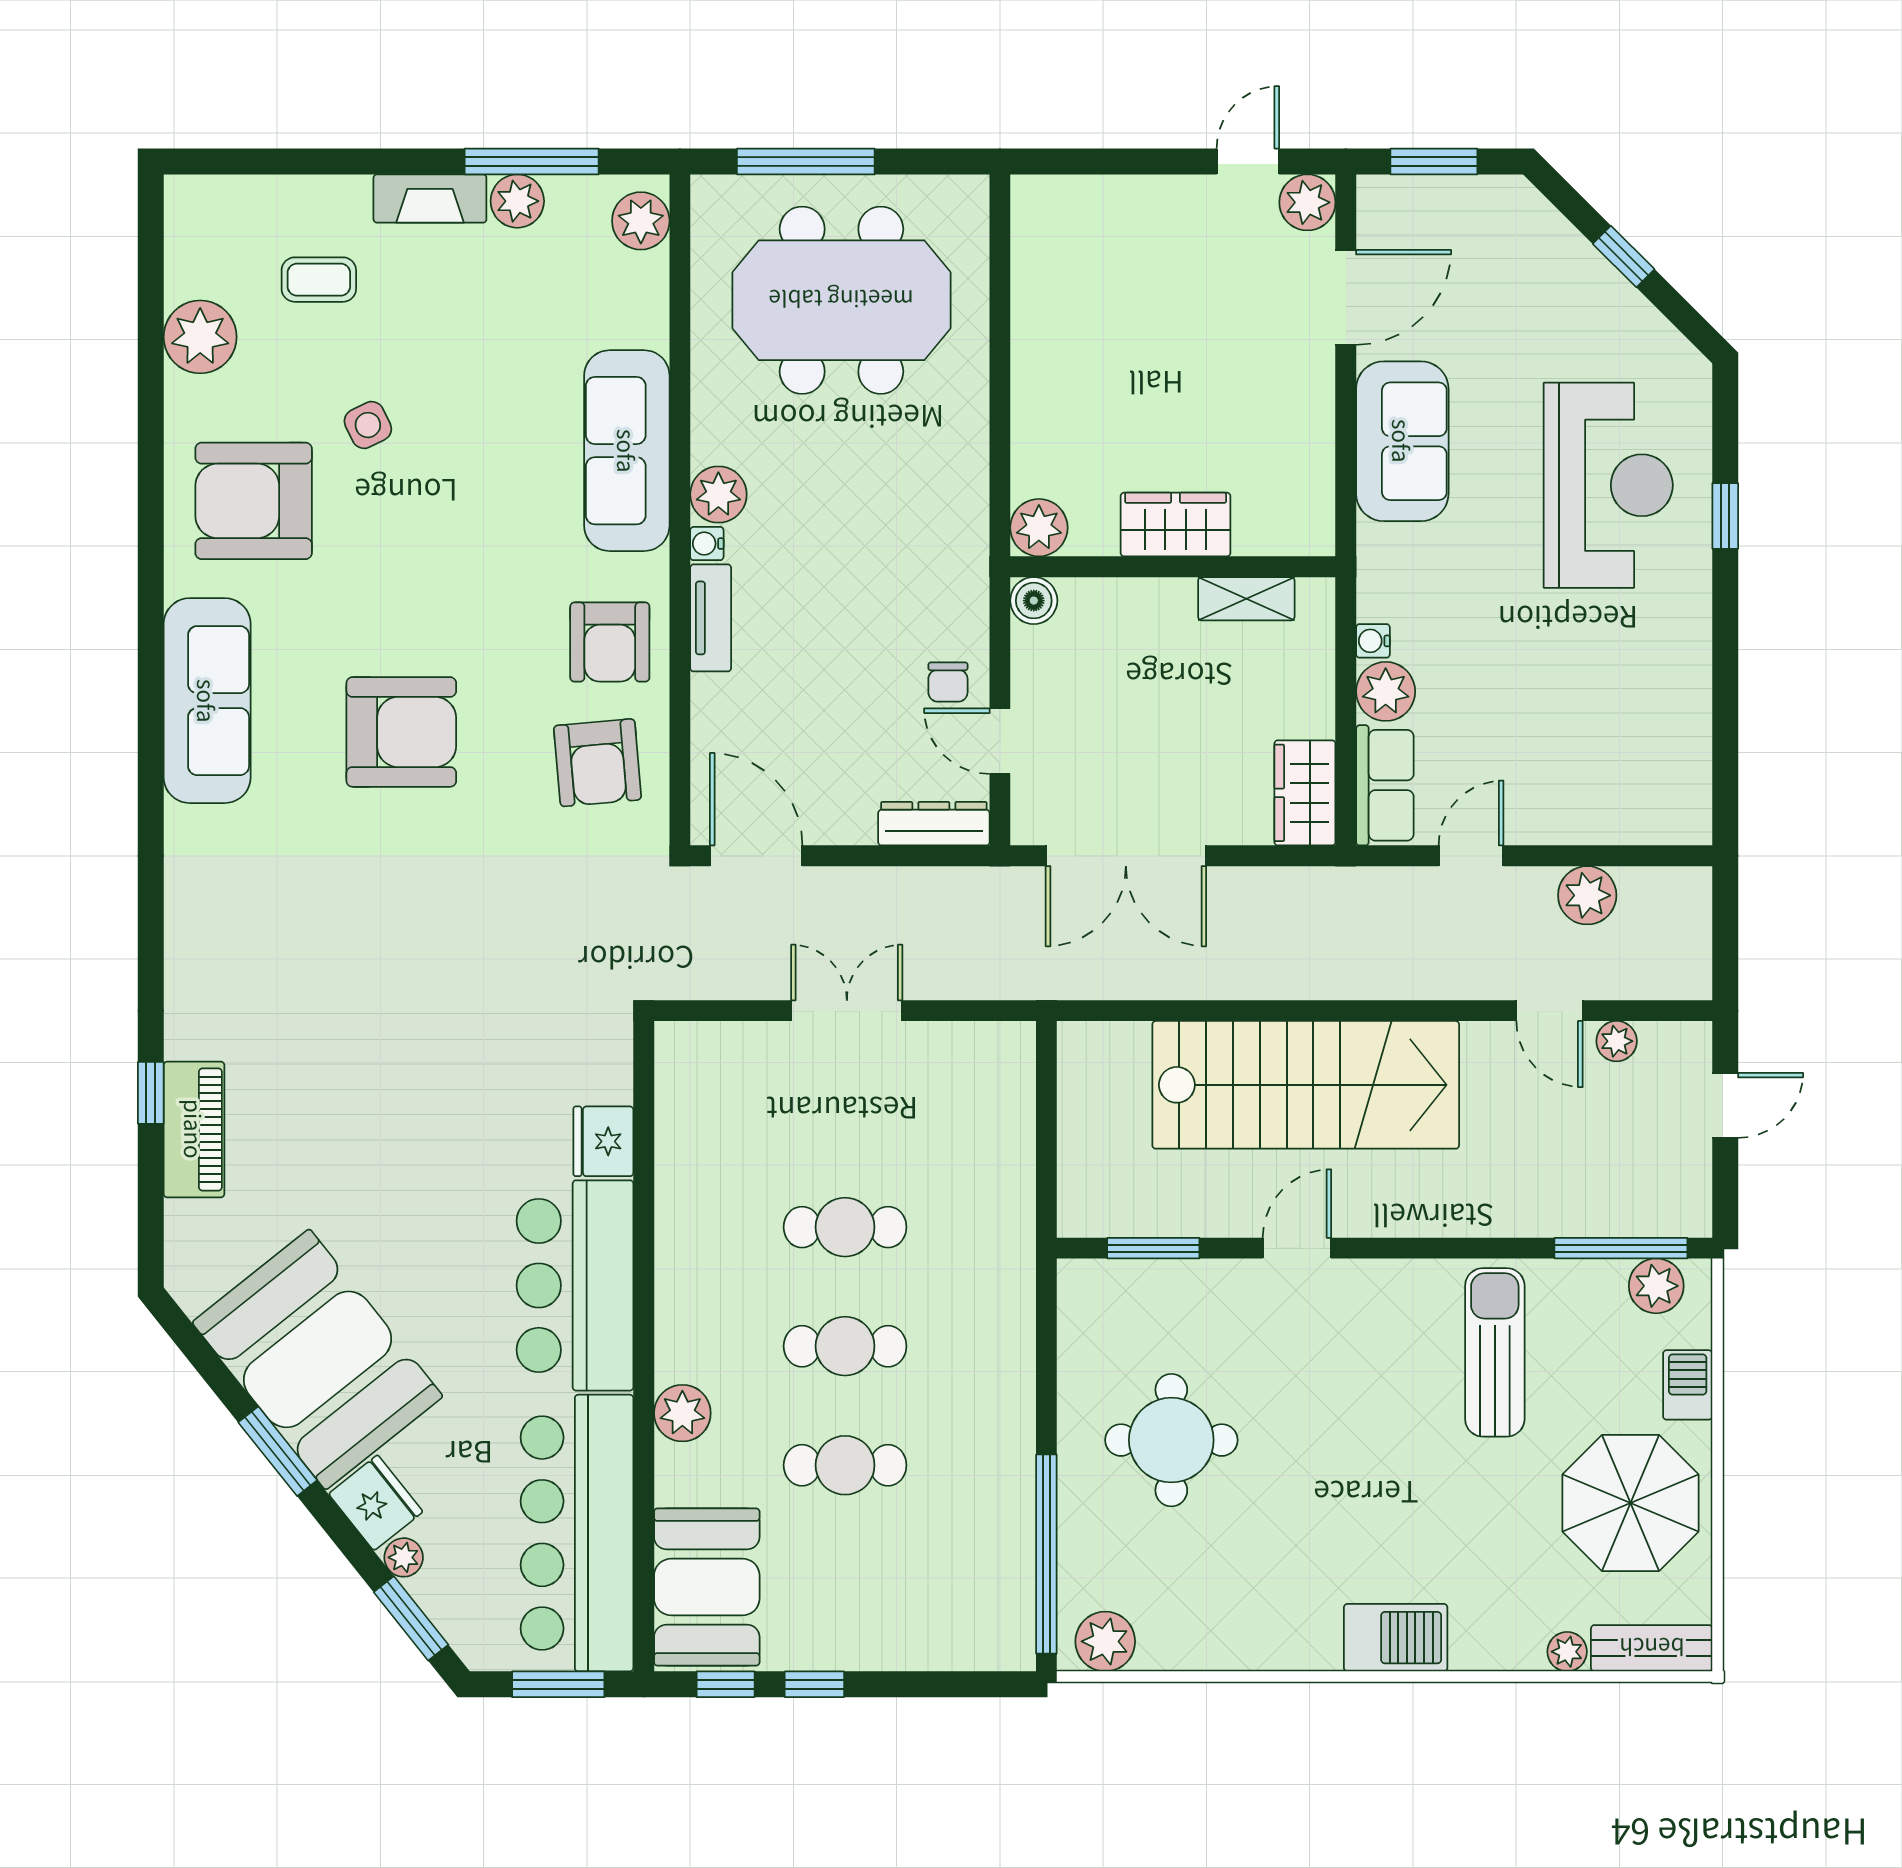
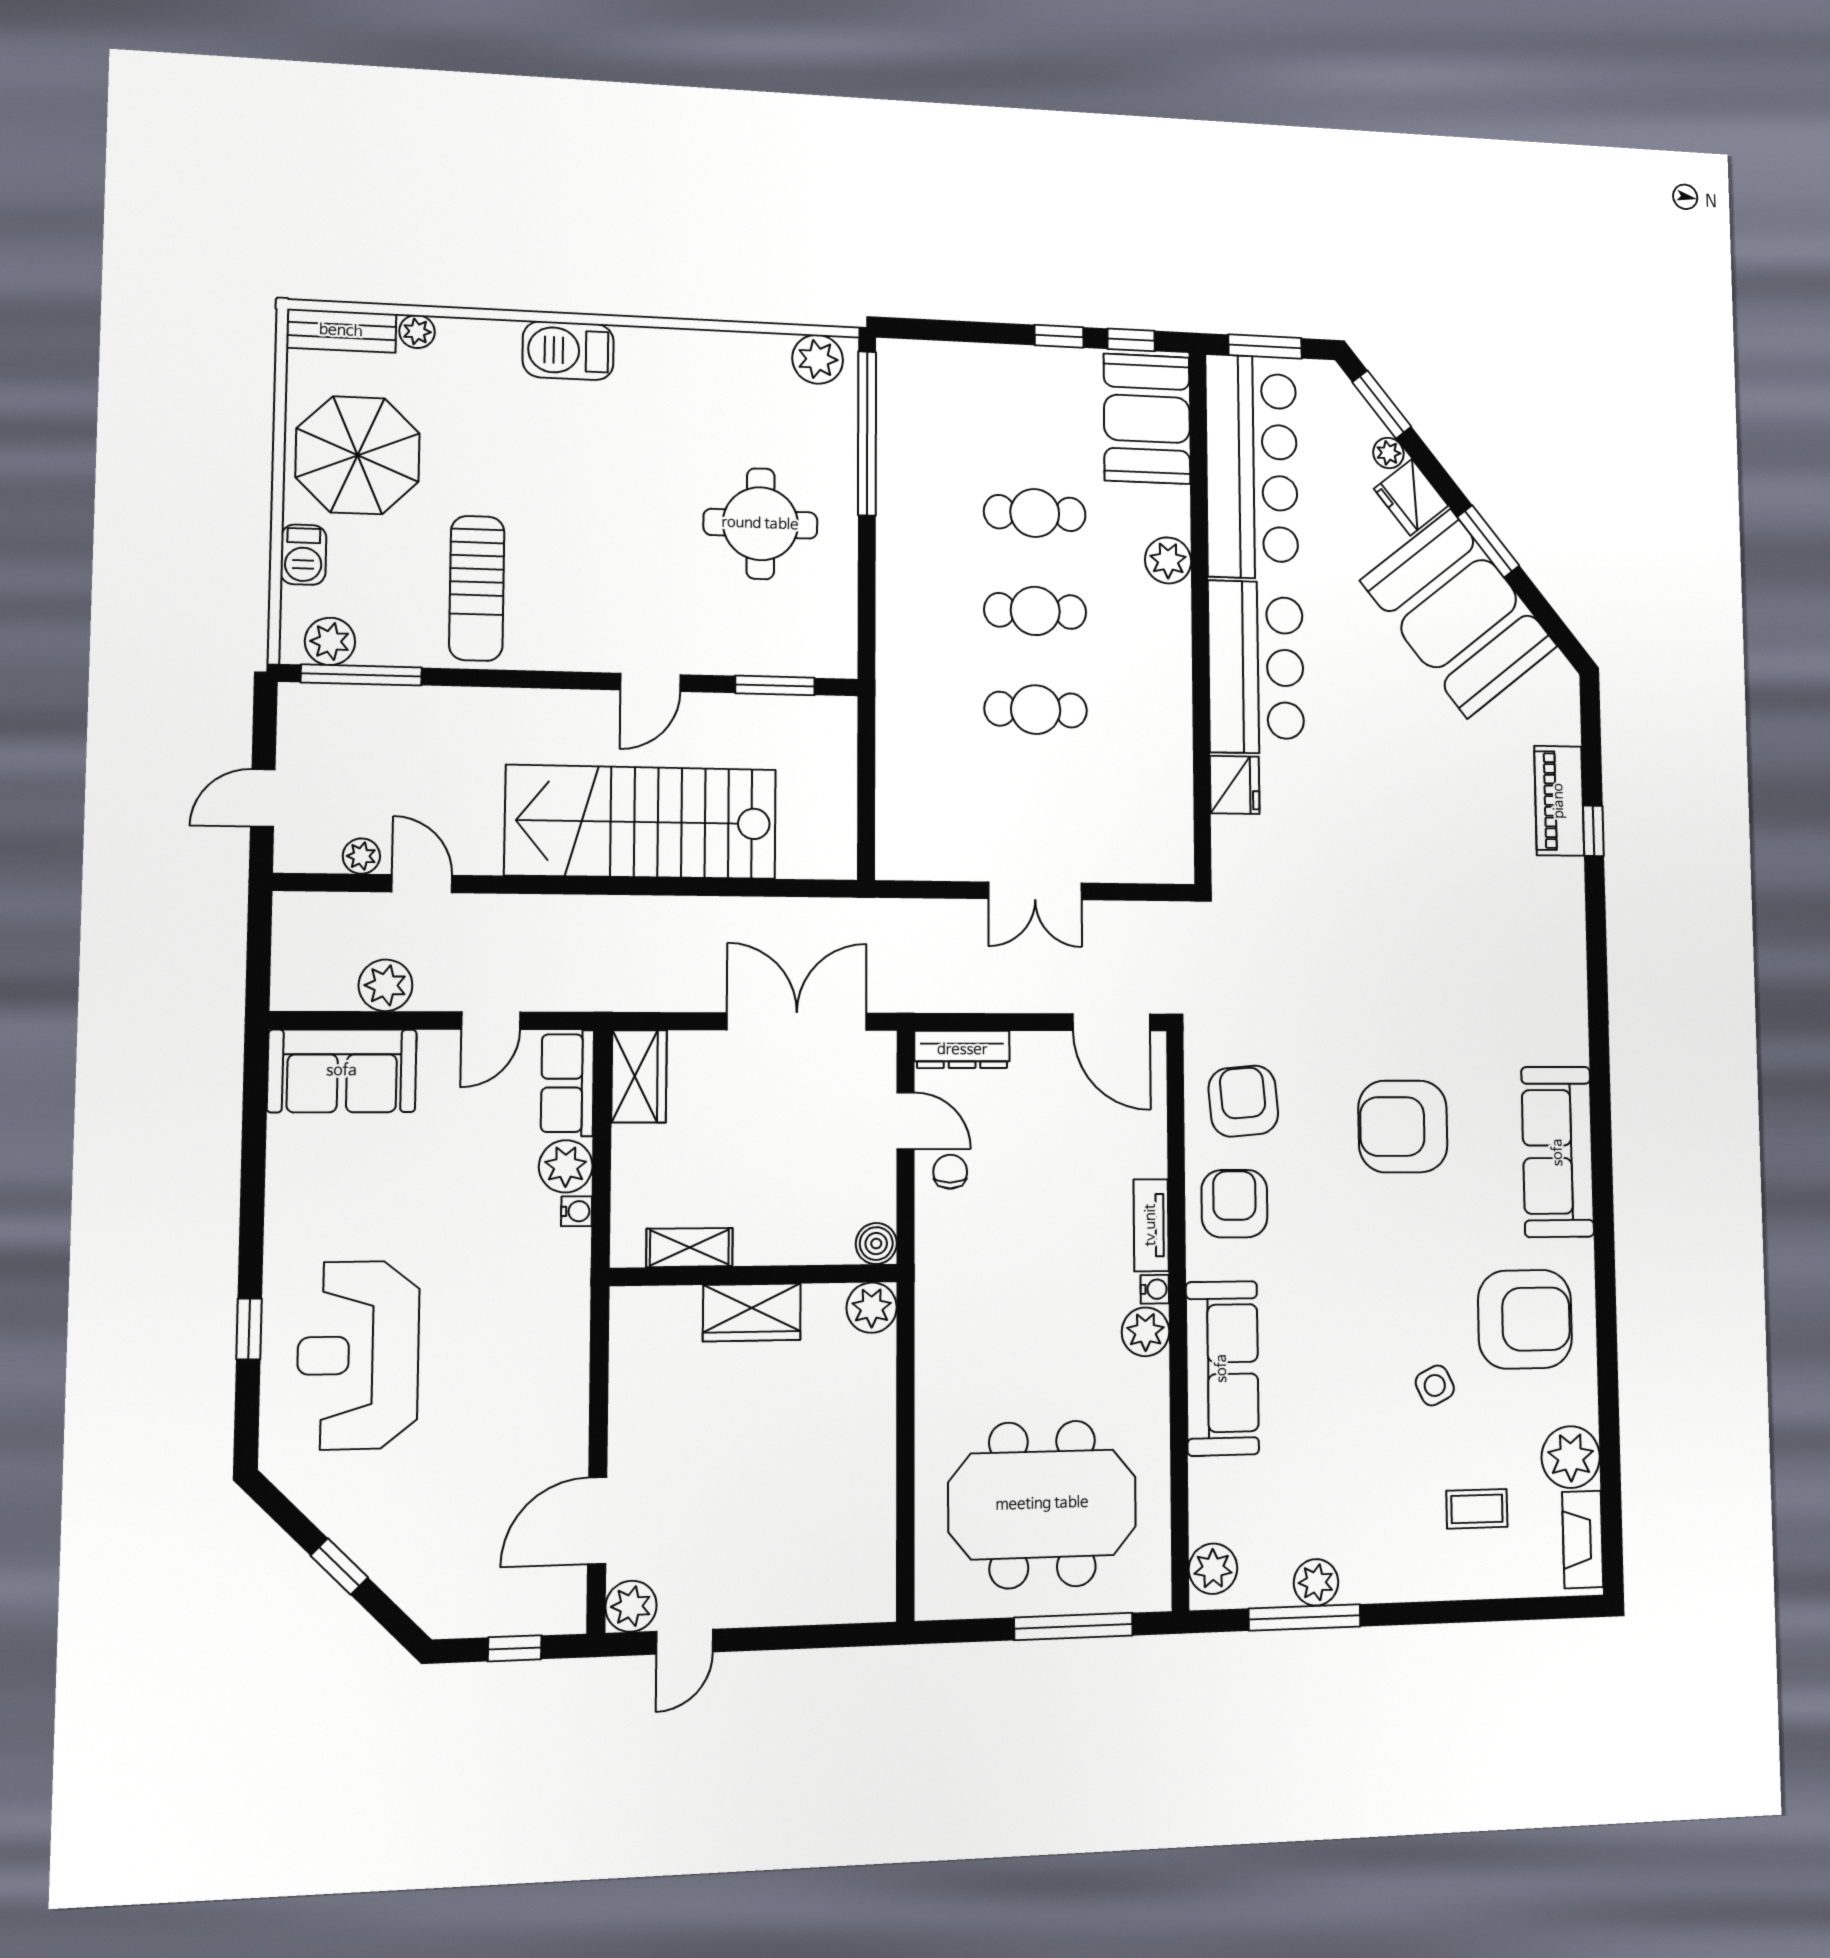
window: (1434, 161) -> (515, 1648), width x0.67
fireplace: (430, 199) -> (1583, 1540), moved, turned -90
sofa: (1402, 441) -> (342, 1071), moved, turned -90

